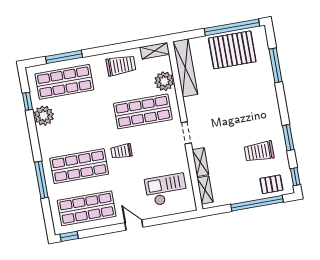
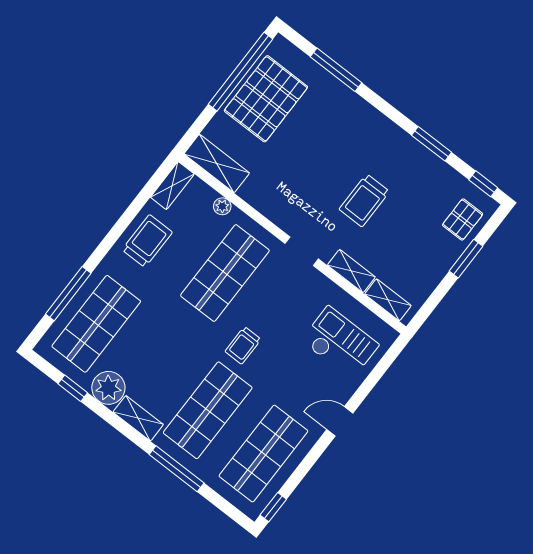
shelving: (185, 68) -> (217, 163), width x0.68
plant: (164, 81) -> (222, 206), width x0.53, depth x0.53
shelving: (45, 141) -> (138, 418), added
trolley: (259, 152) -> (364, 200), moved
checkout: (166, 190) -> (340, 343), turned 90
window: (257, 203) -> (466, 259), width x0.47

